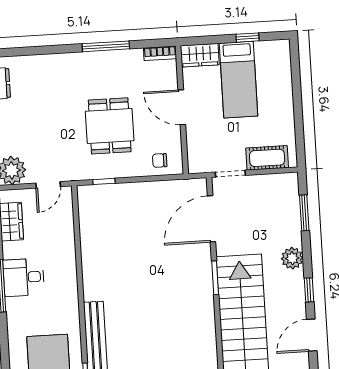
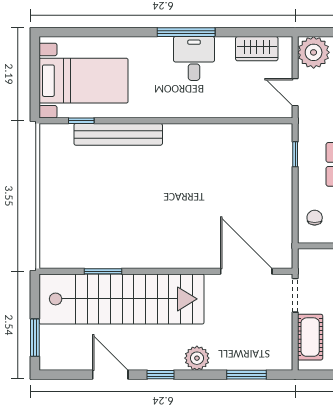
window: (215, 278) -> (103, 271), moved

